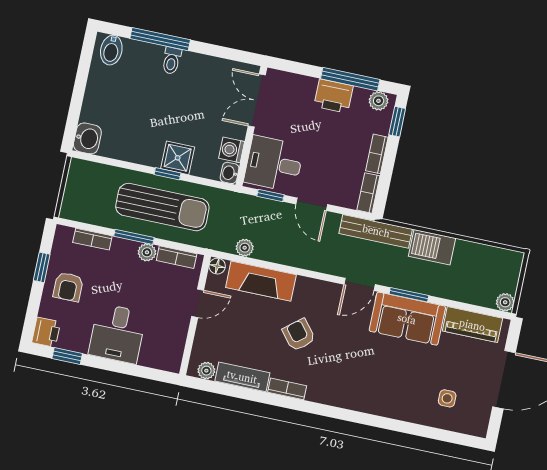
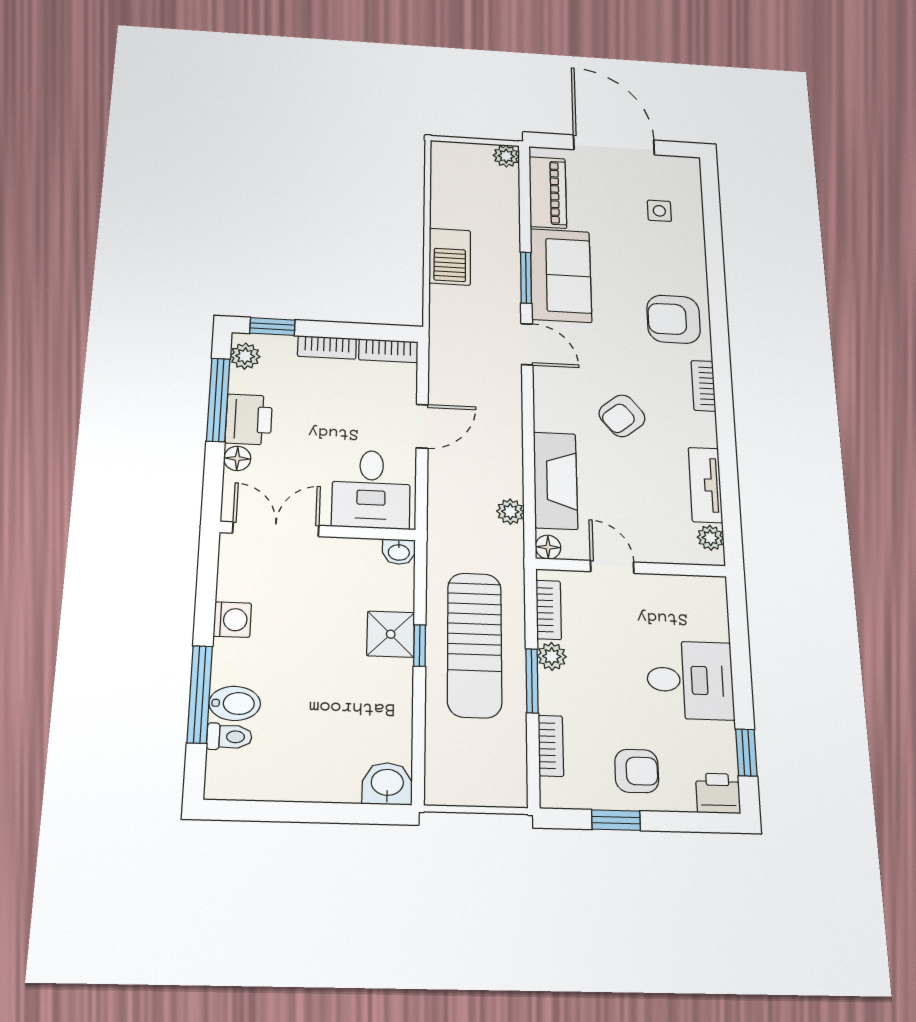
bidet: (111, 50) -> (235, 703), moved
toilet: (172, 61) -> (229, 737), moved
floor lamp: (308, 85) -> (237, 458), added
double door: (257, 101) -> (276, 529), swing flipped
washing machine: (232, 150) -> (232, 620), moved, turned -90
window: (271, 196) -> (421, 487), removed
sun lounger: (162, 207) -> (475, 645), turned 180
bench: (376, 231) -> (444, 333), removed
armchair: (363, 387) -> (674, 319), added
bookcase: (287, 389) -> (703, 386), moved

